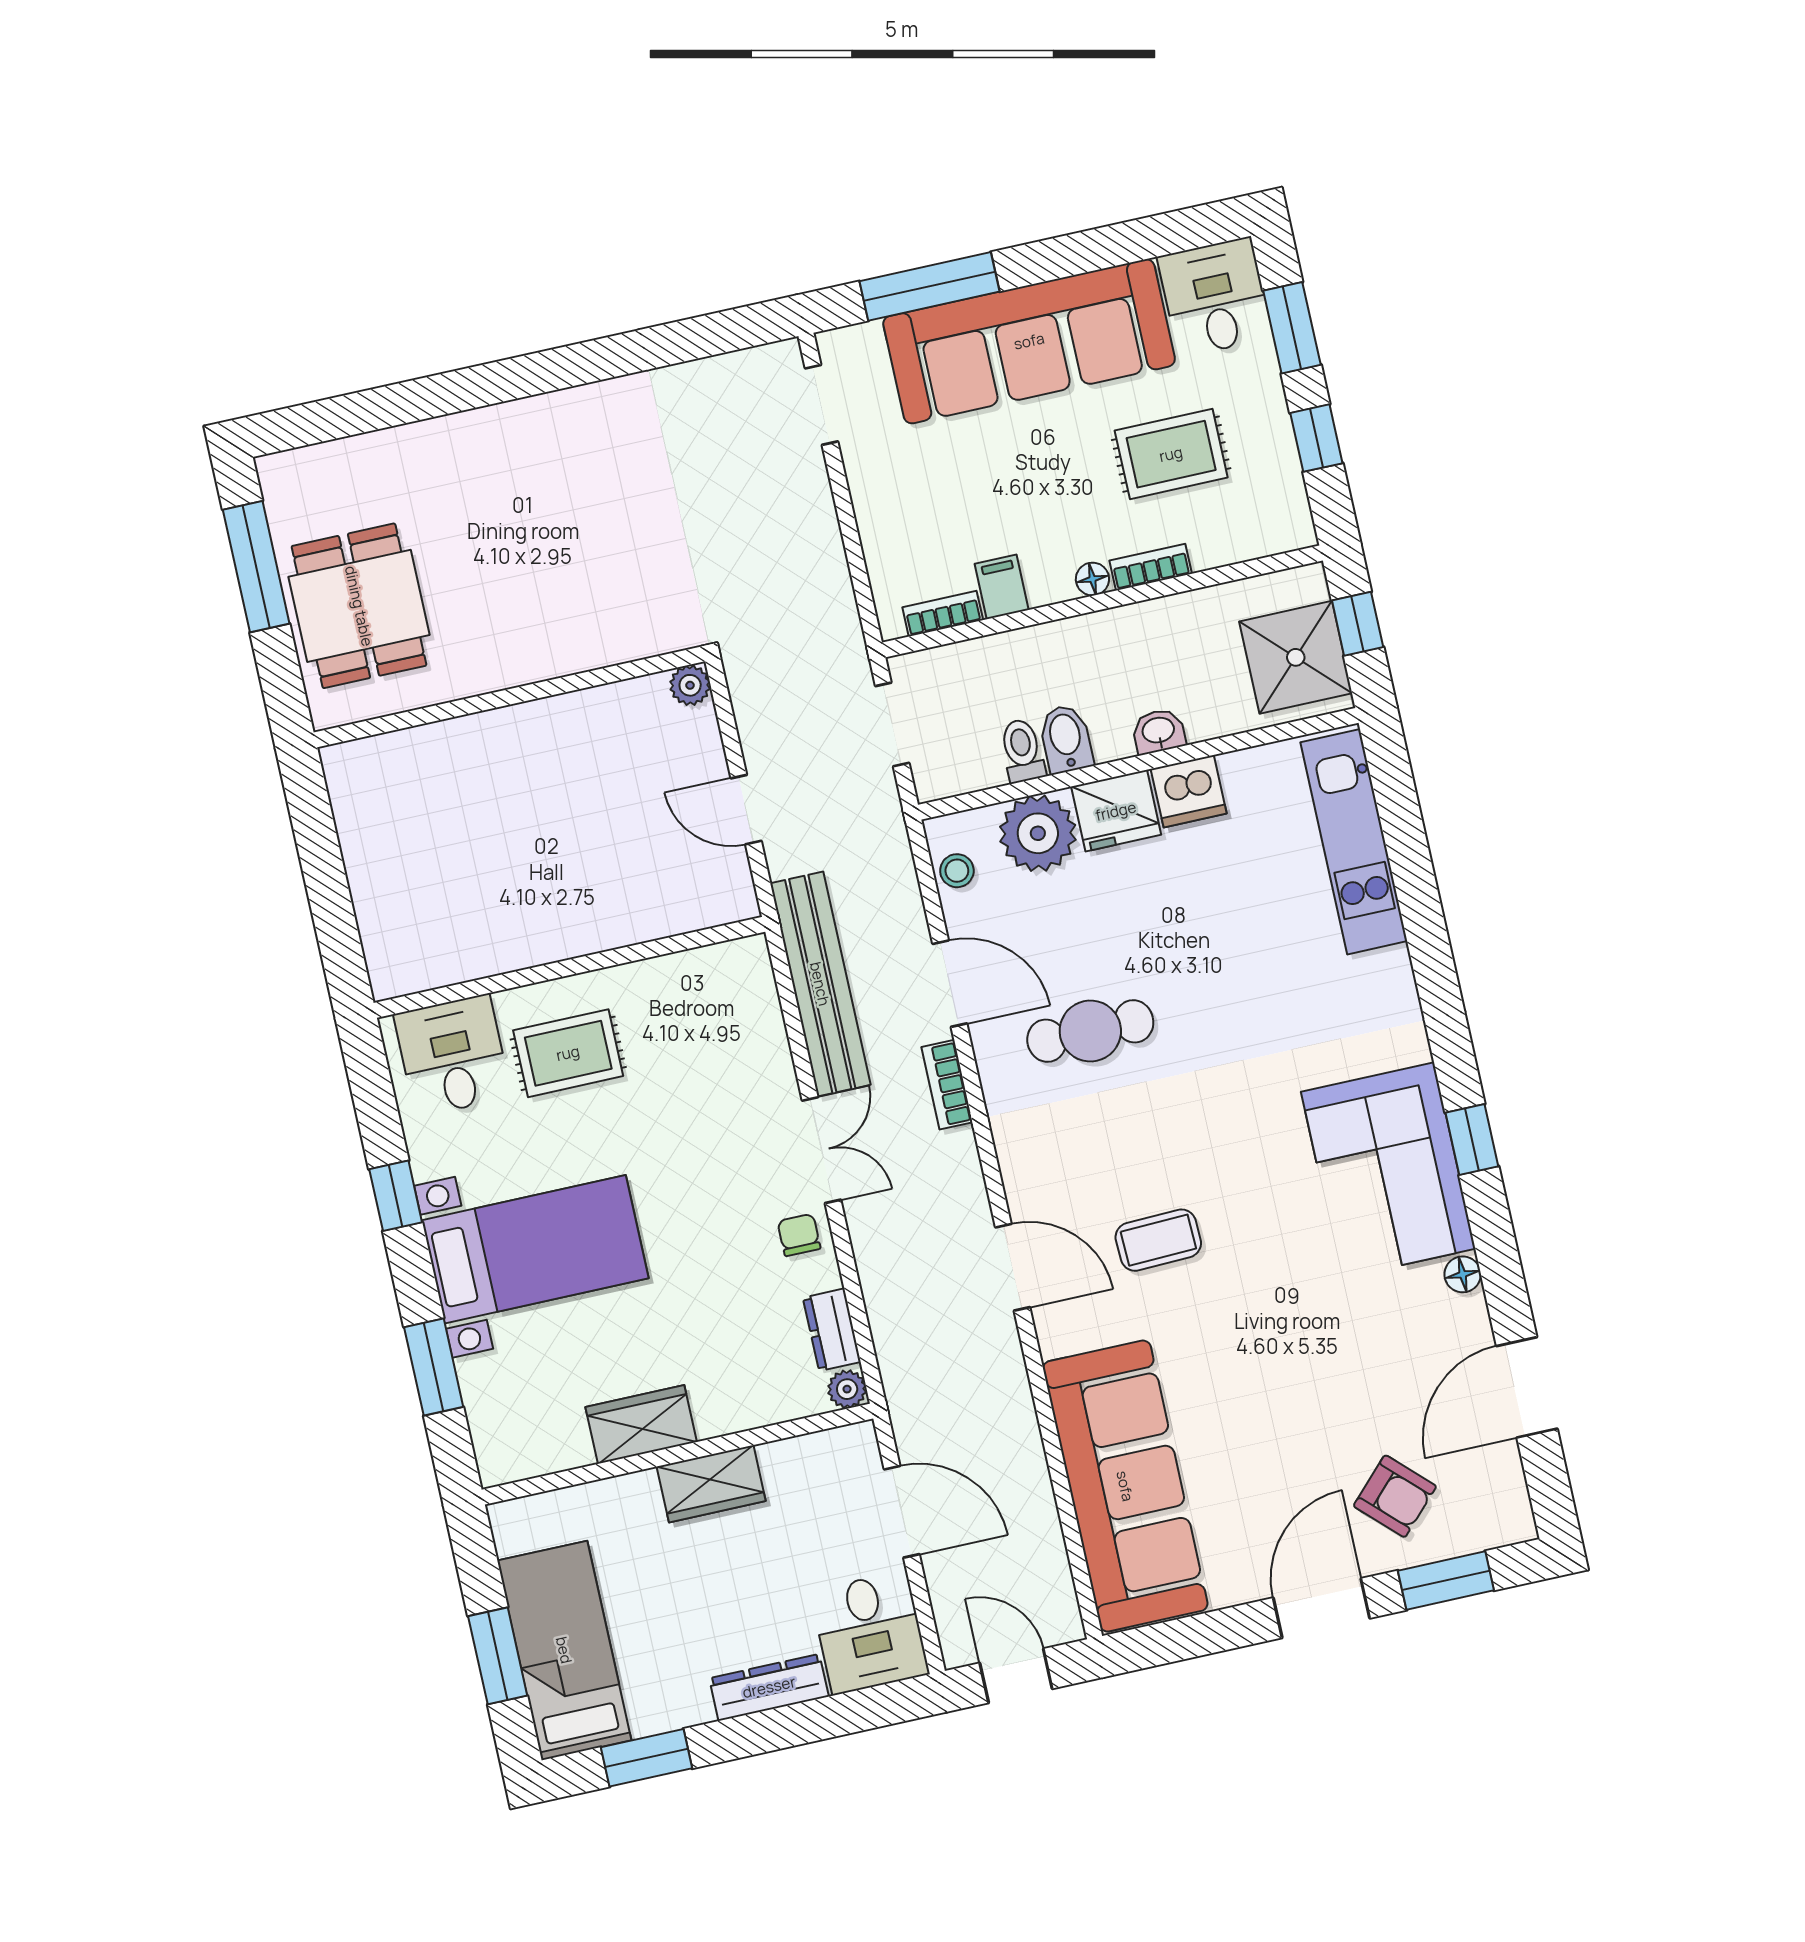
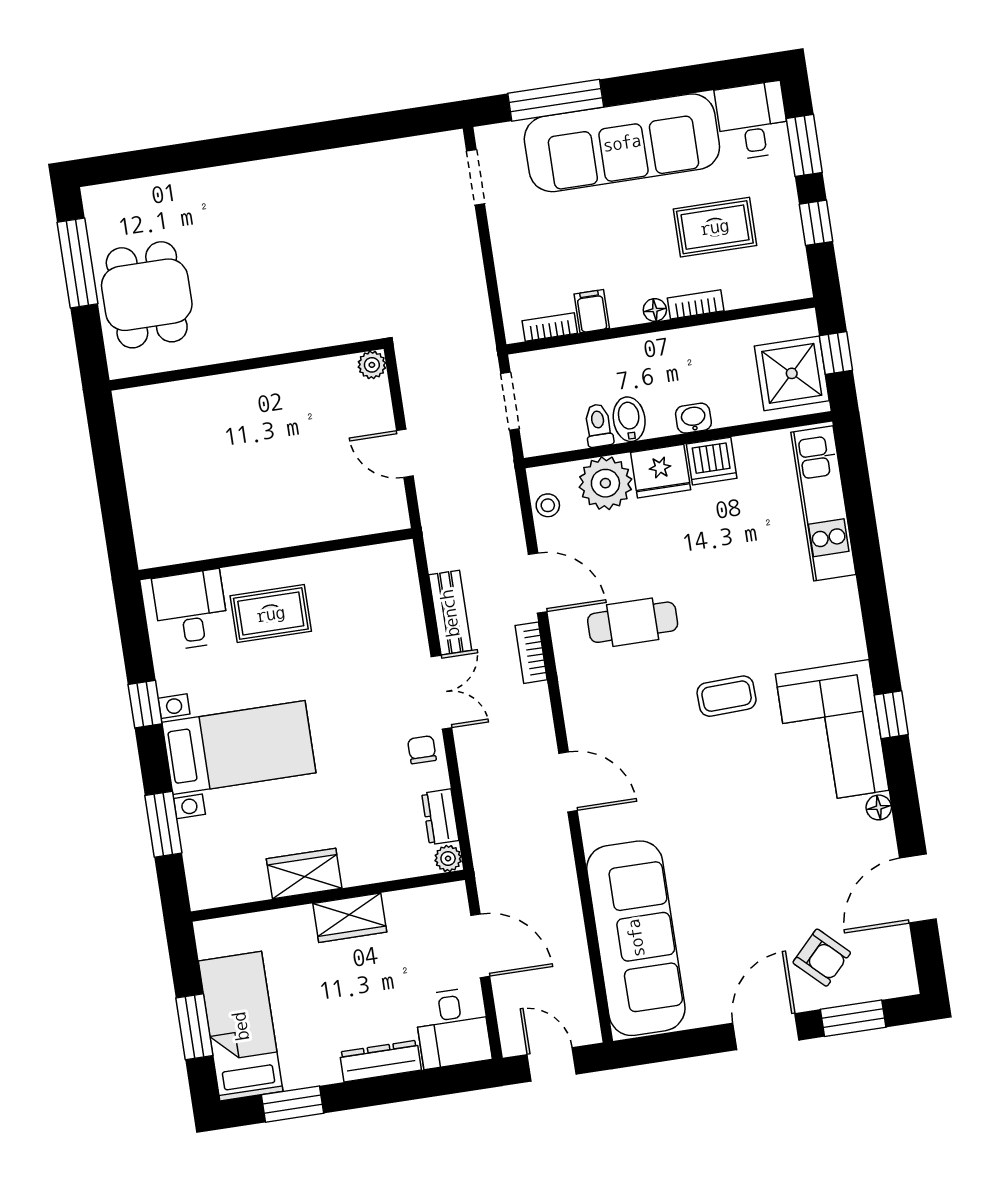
bench: (820, 984) -> (450, 613), width x0.54, depth x0.82
coffee table: (1158, 1240) -> (727, 696), moved

